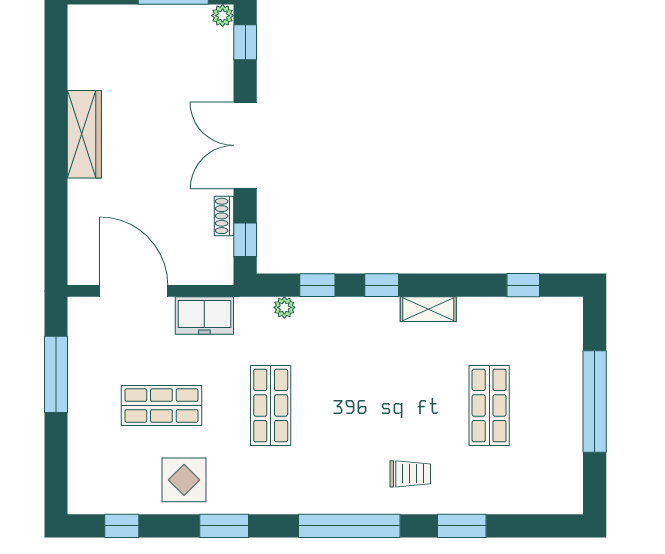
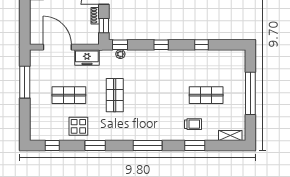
window: (317, 285) -> (120, 45), moved
window: (523, 285) -> (202, 45), moved
shelving: (428, 309) -> (230, 136), moved
shop shelf: (489, 406) -> (206, 95), turned 90
trolley: (410, 474) -> (193, 124), moved
window: (349, 526) -> (148, 146), width x0.68

